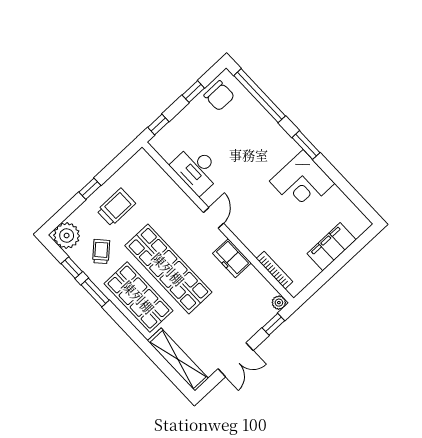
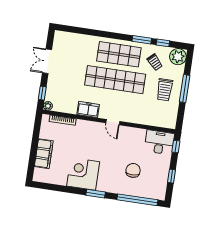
chair: (219, 96) -> (133, 170), moved, turned 90
desk: (196, 169) -> (159, 142), moved
window: (90, 189) -> (185, 89), width x2.17
shelving: (178, 360) -> (75, 39), removed

